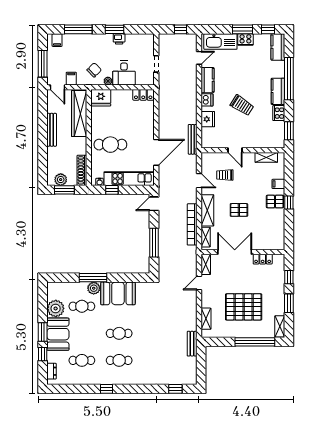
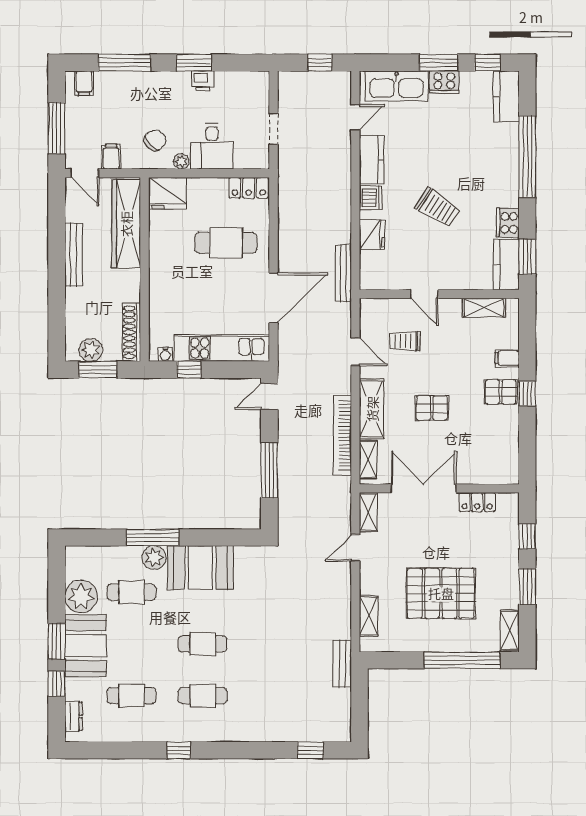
kitchen counter: (278, 91) -> (506, 264), moved
cafe table: (110, 145) -> (226, 243), moved

